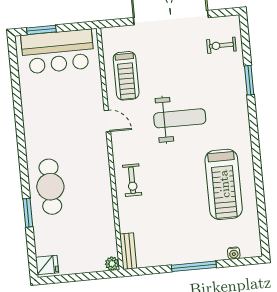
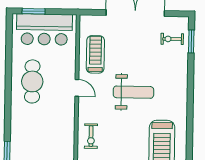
treadmill: (126, 76) -> (95, 54), turned 180
window: (249, 80) -> (191, 41), moved
cafe table: (50, 187) -> (32, 81), moved

